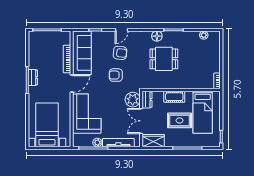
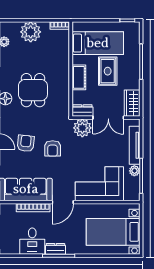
plant: (212, 57) -> (31, 32), added
desk: (39, 58) -> (32, 241), added
door: (72, 83) -> (63, 202), swing flipped

